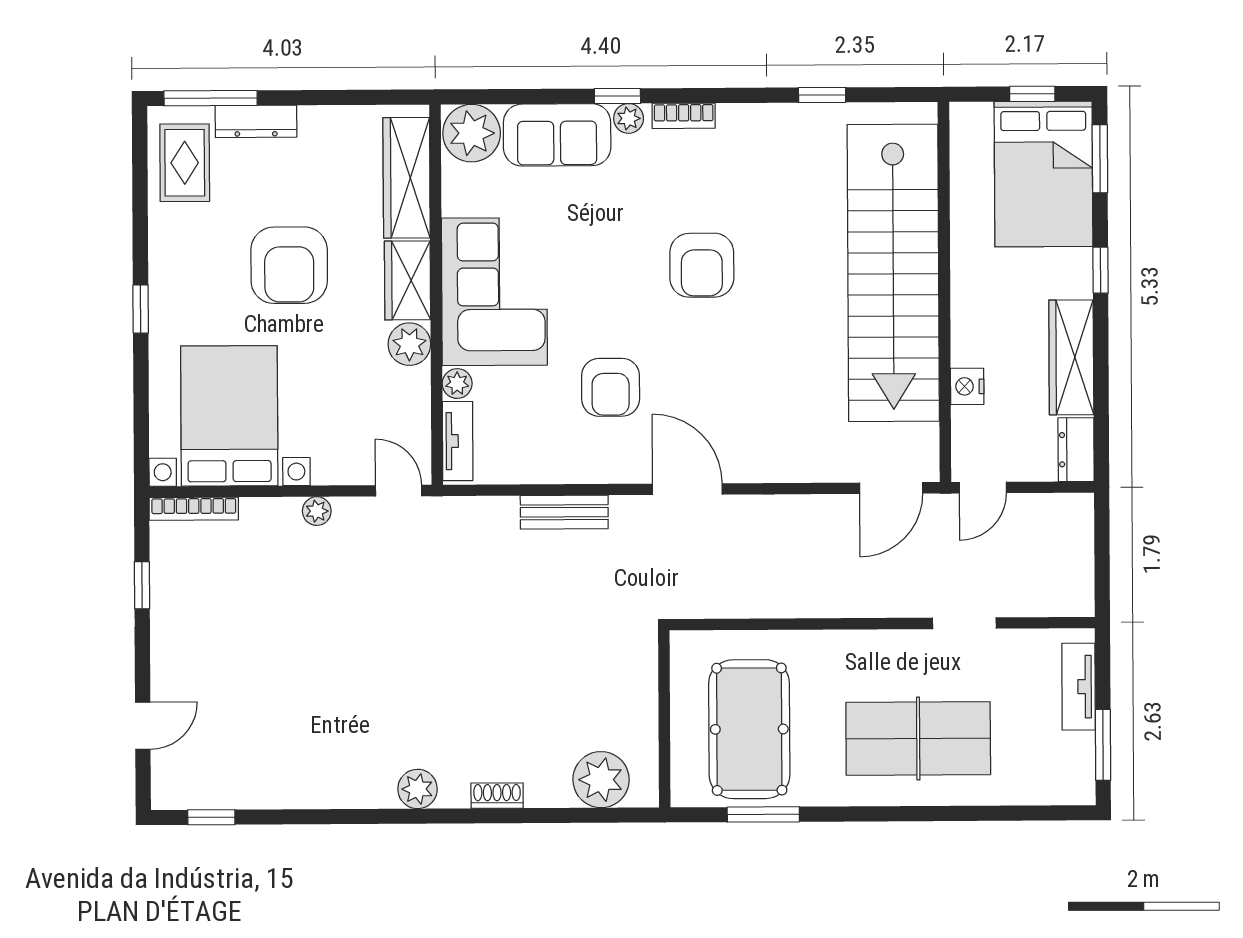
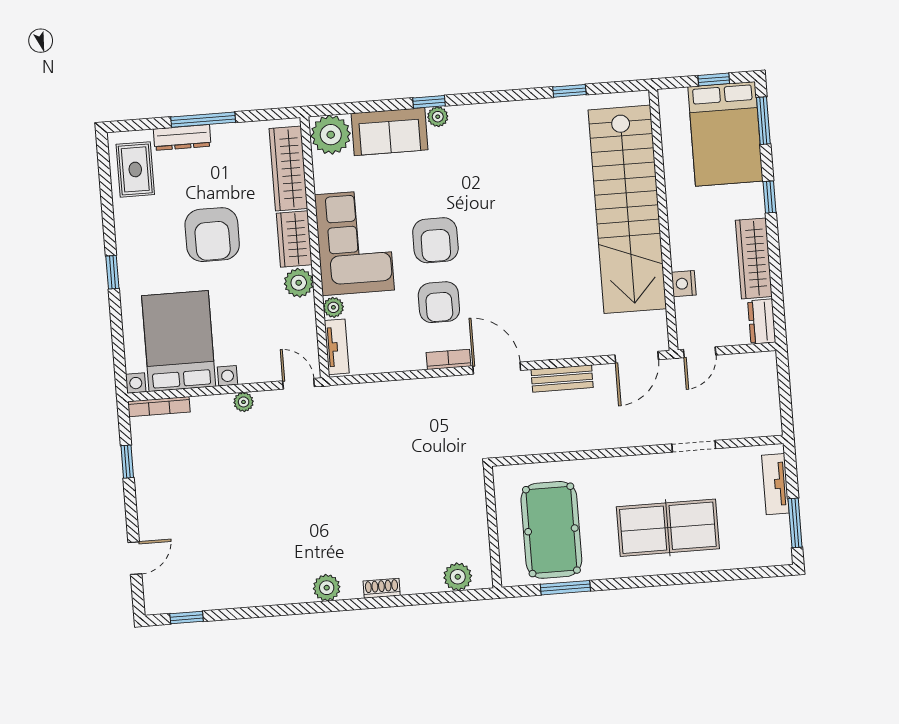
window: (211, 98) -> (203, 120), moved
bookcase: (684, 116) -> (449, 359), moved, turned 180
armchair: (702, 265) -> (435, 240), moved
bench: (564, 512) -> (562, 379), moved
plant: (601, 780) -> (458, 577), width x0.73, depth x0.73

